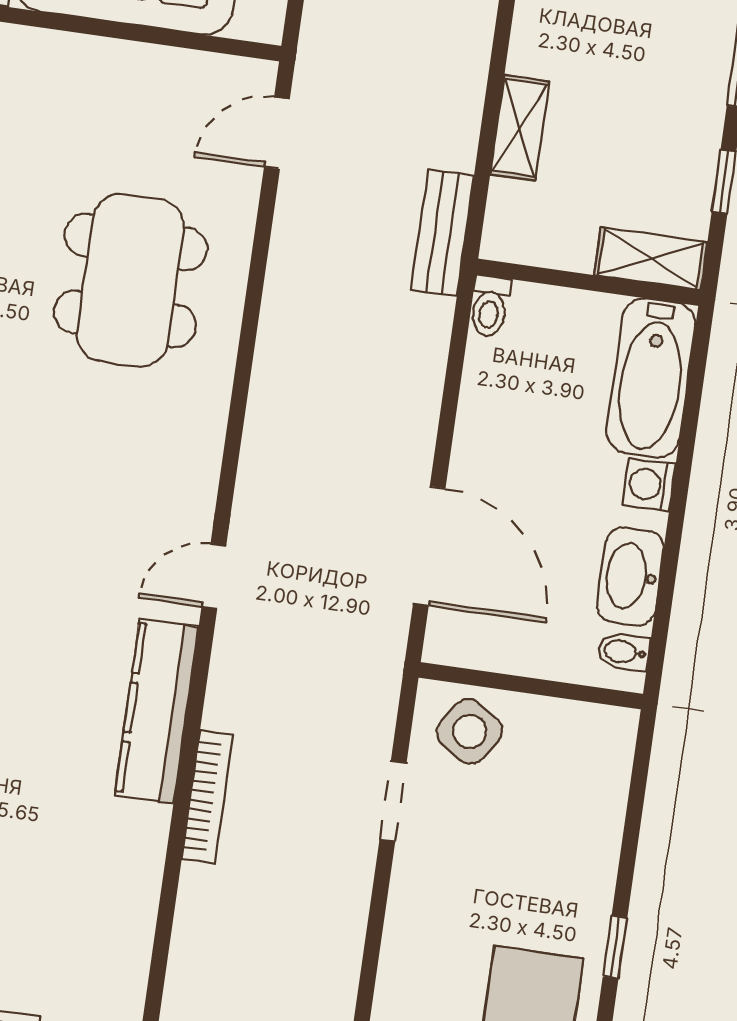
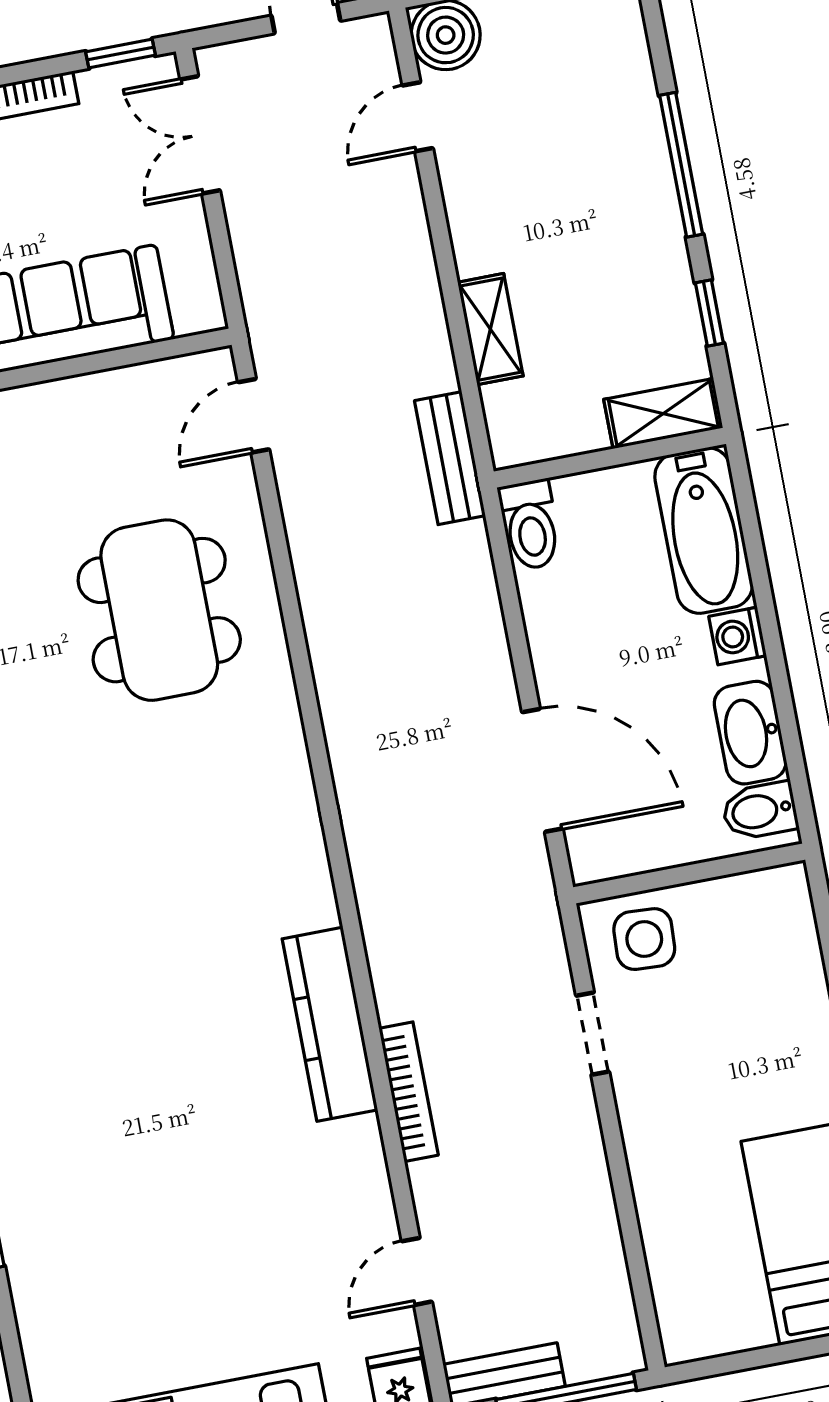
toilet: (490, 306) -> (530, 525), width x1.37, depth x1.39
door: (214, 576) -> (417, 1271), moved
bidet: (624, 652) -> (760, 811), width x1.38, depth x1.36
side table: (470, 731) -> (644, 939), turned -30

